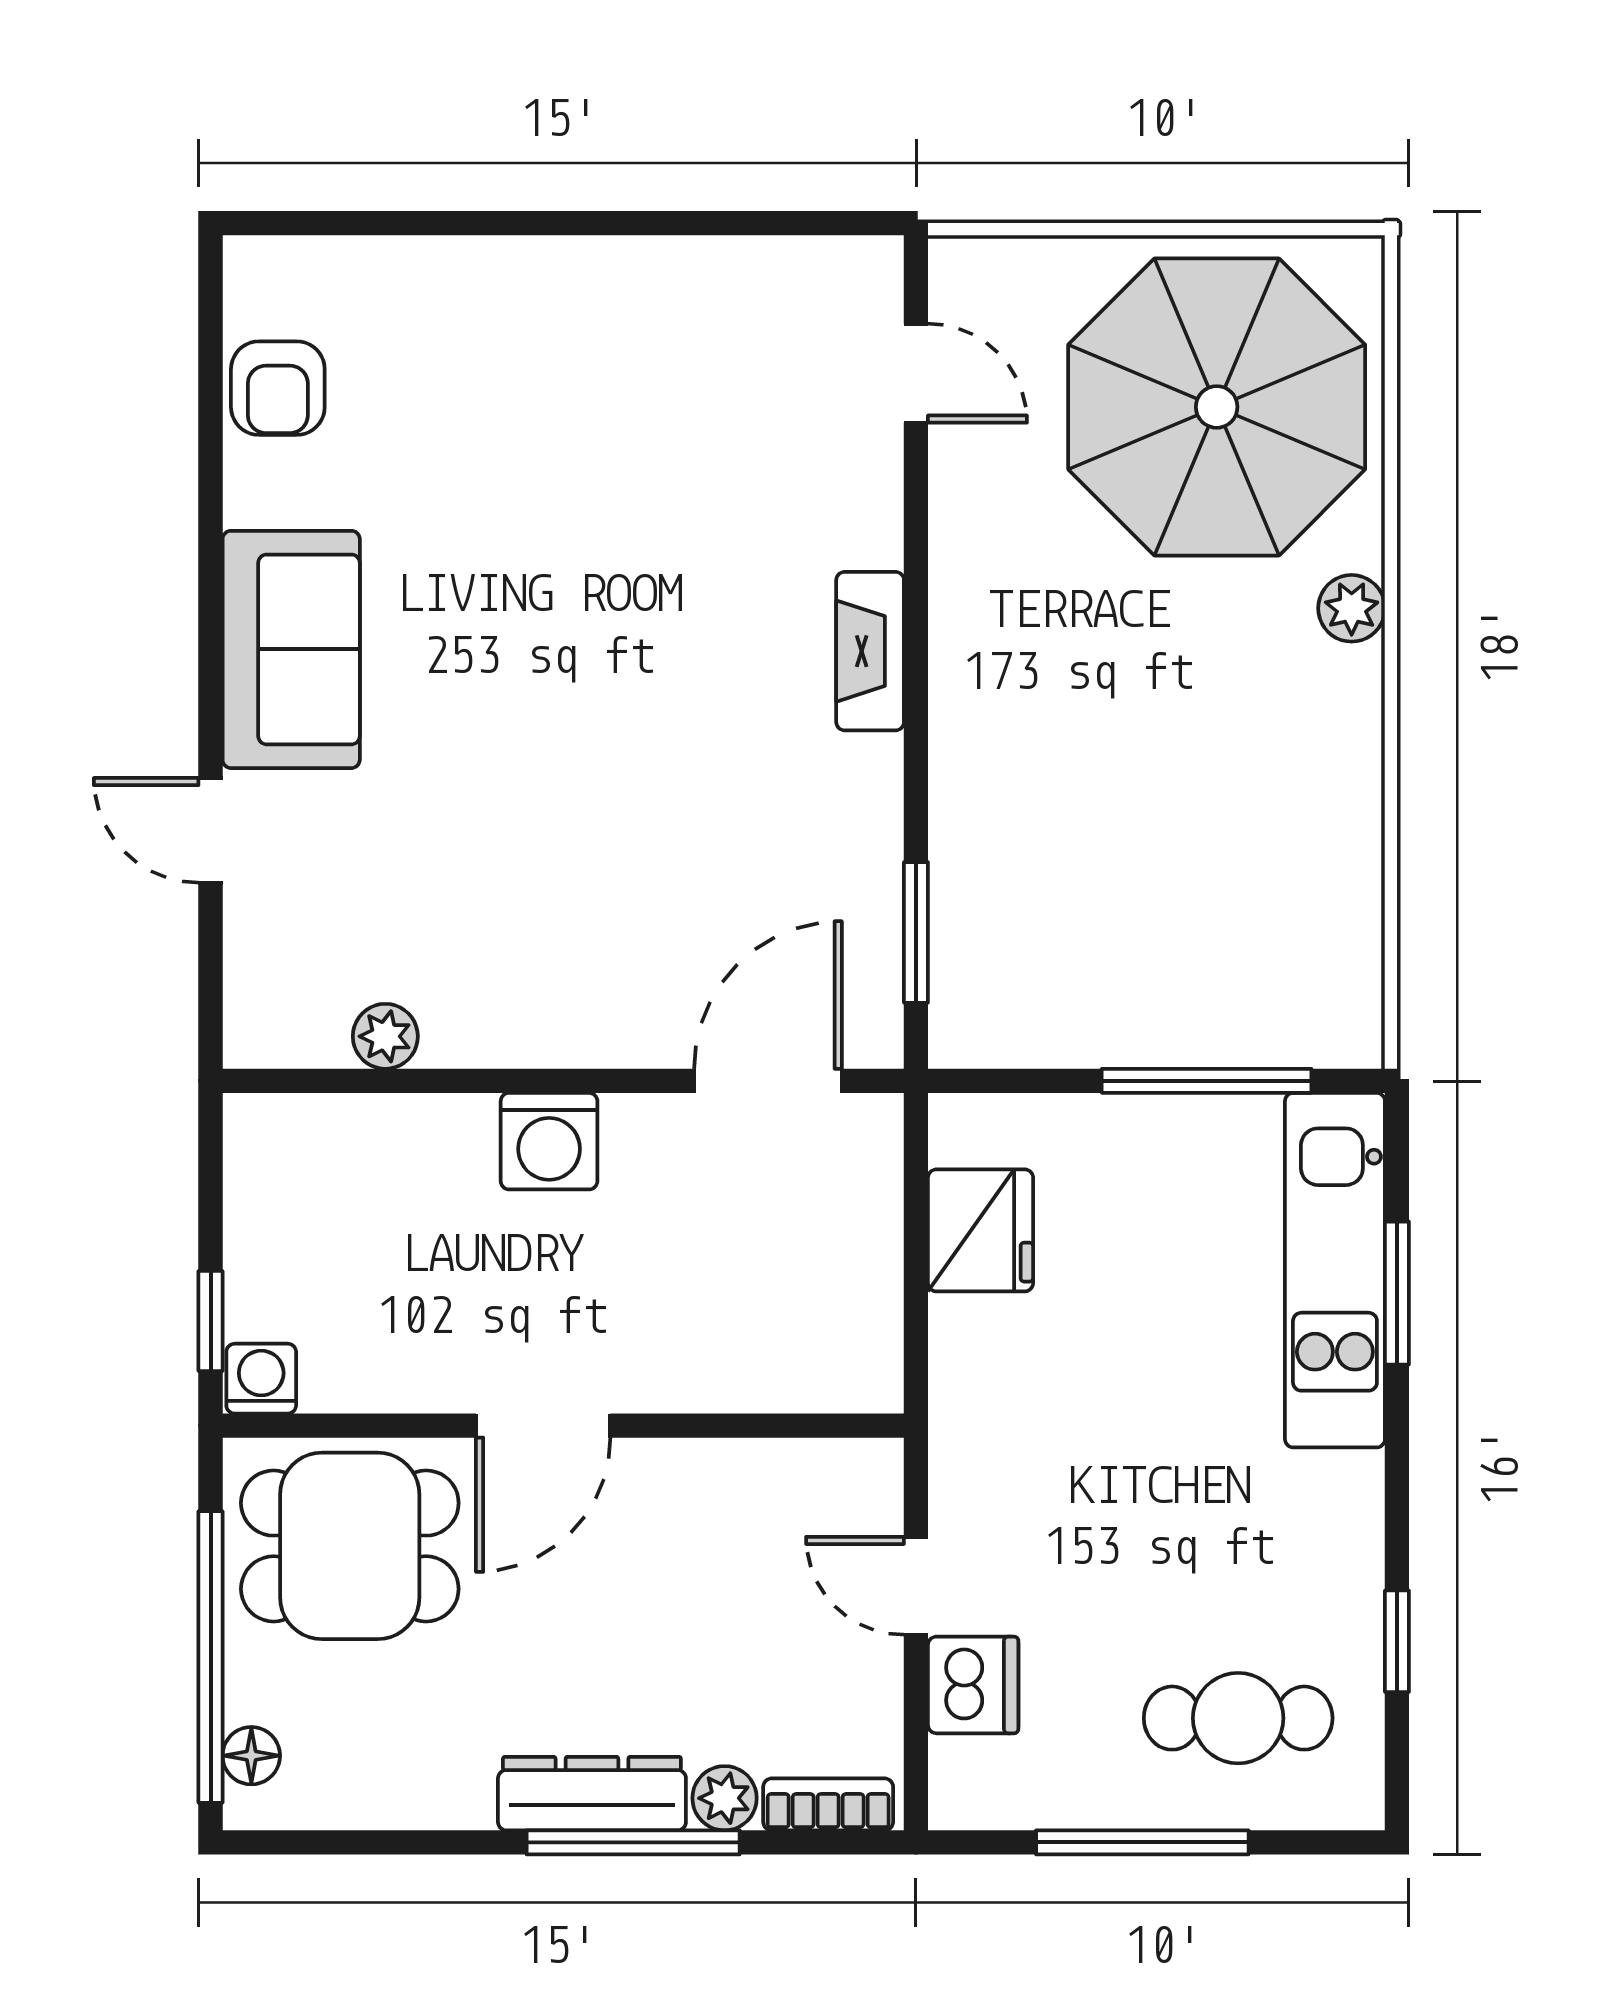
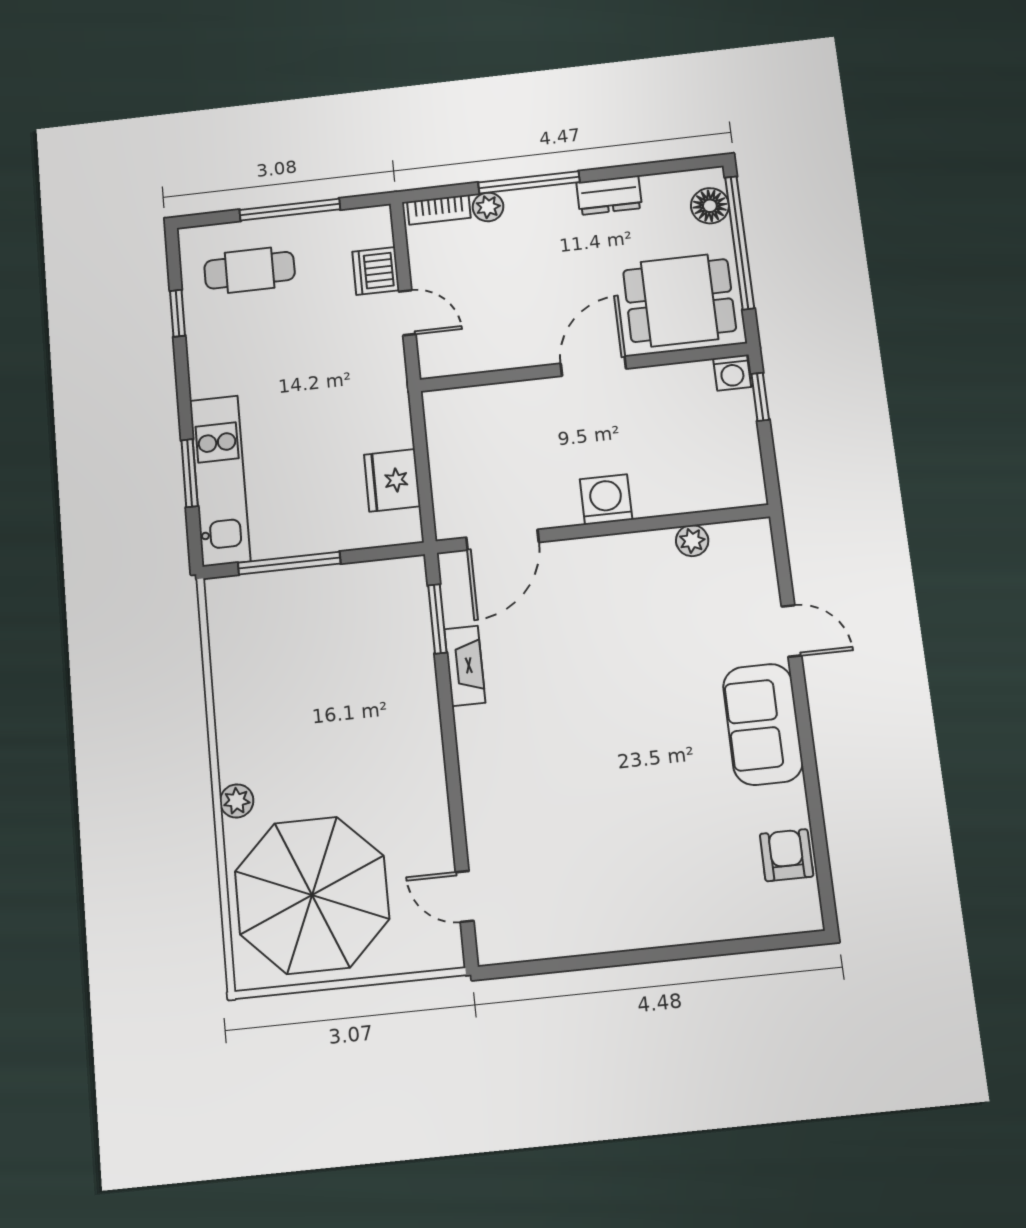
fireplace: (870, 651) -> (465, 666), moved
floor lamp: (251, 1756) -> (710, 206), width x1.37, depth x1.37
dresser: (592, 1794) -> (609, 195), moved, width x0.70

